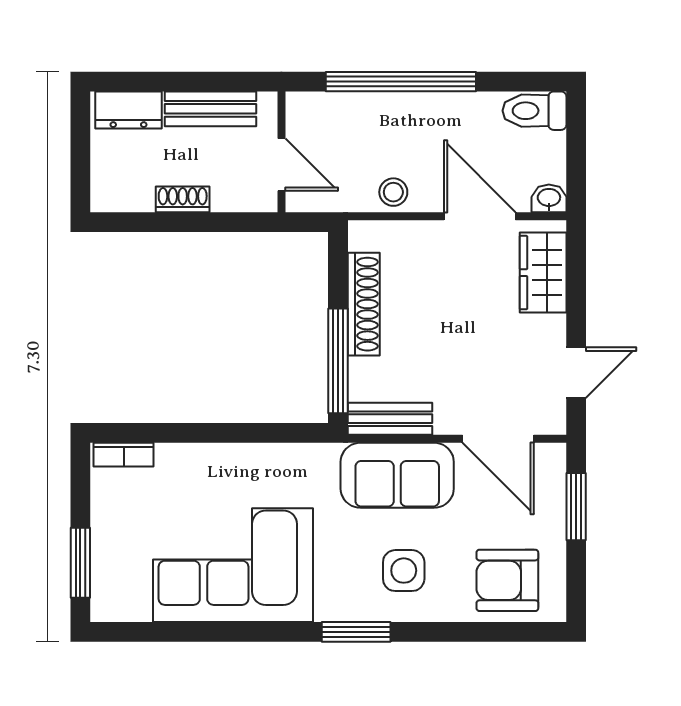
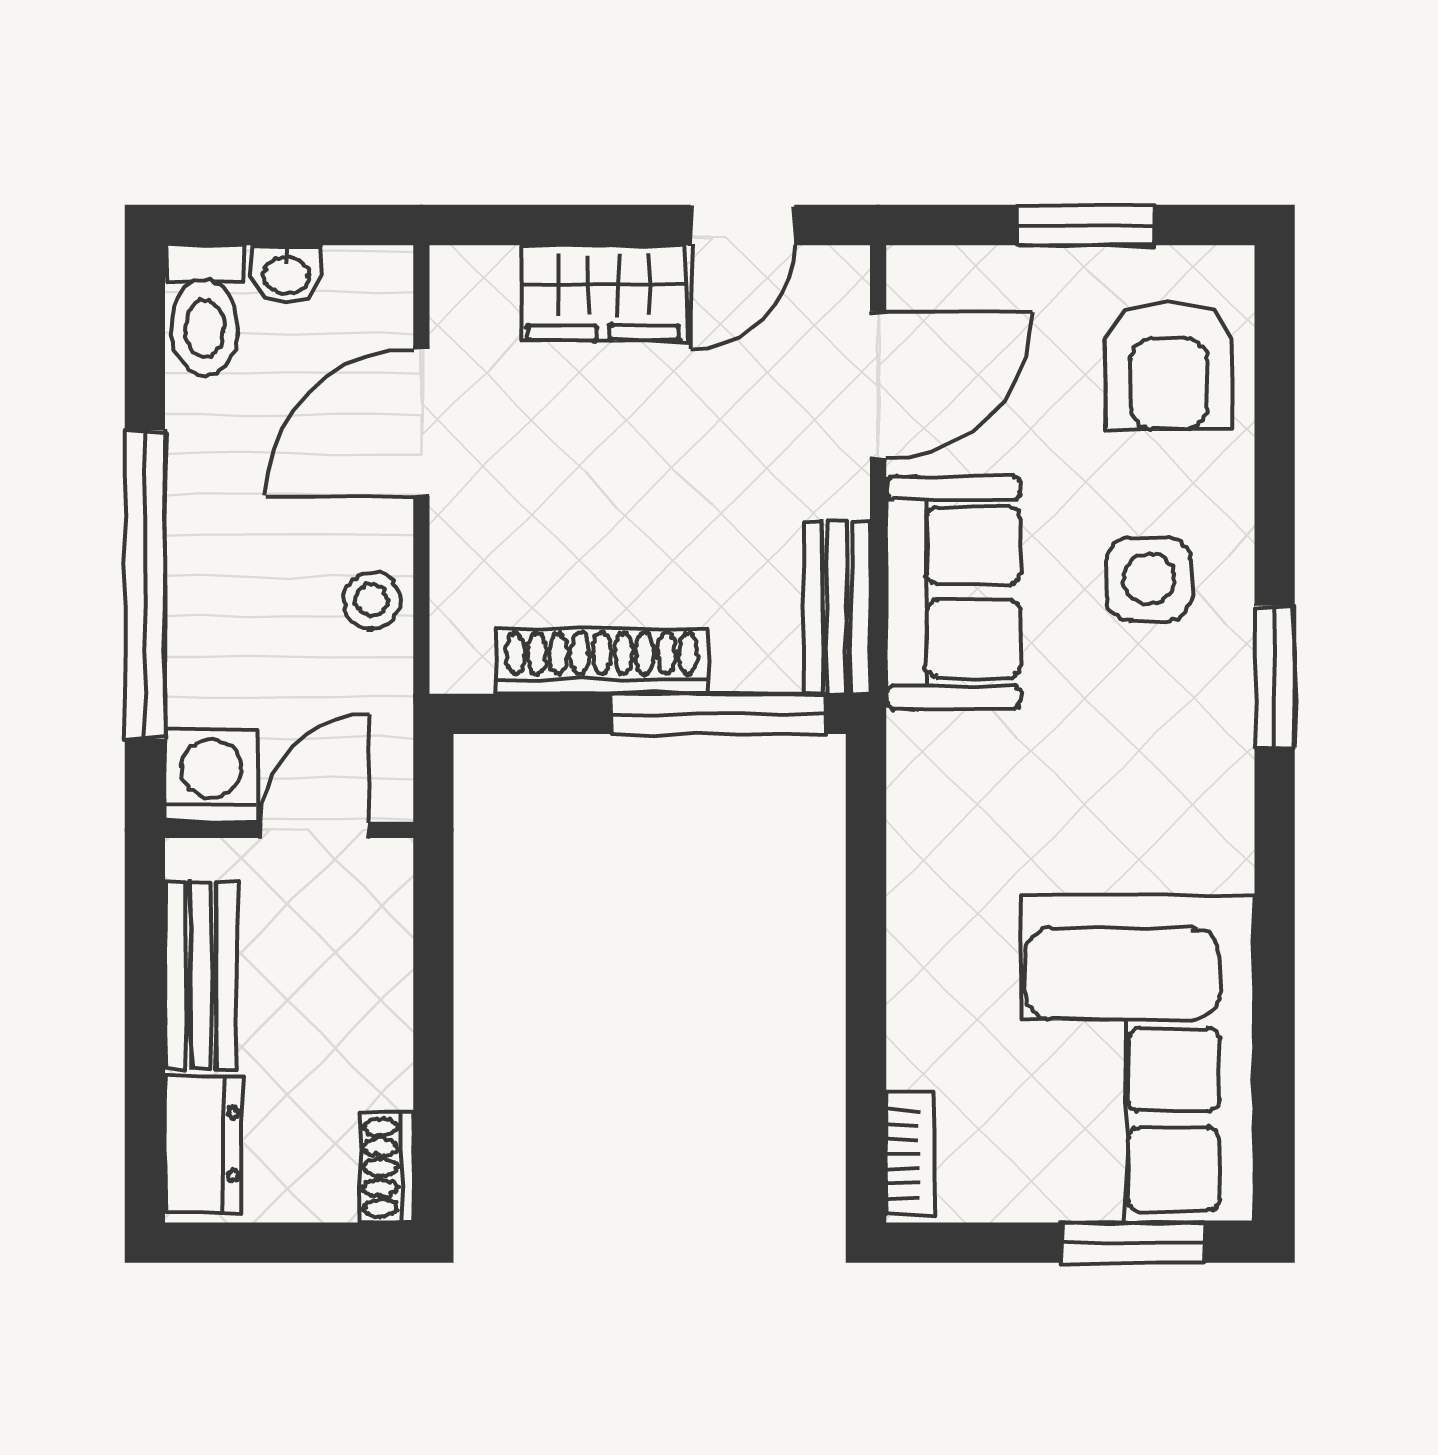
washing machine: (308, 114) -> (211, 776), added
washbasin: (549, 198) -> (286, 274), moved, turned -90
shoe rack: (183, 199) -> (387, 1168), moved
wardrobe: (543, 273) -> (603, 293), moved
door: (576, 373) -> (743, 225), swing flipped
window: (576, 507) -> (1086, 225), moved
corner sofa: (233, 565) -> (1138, 1059), moved

